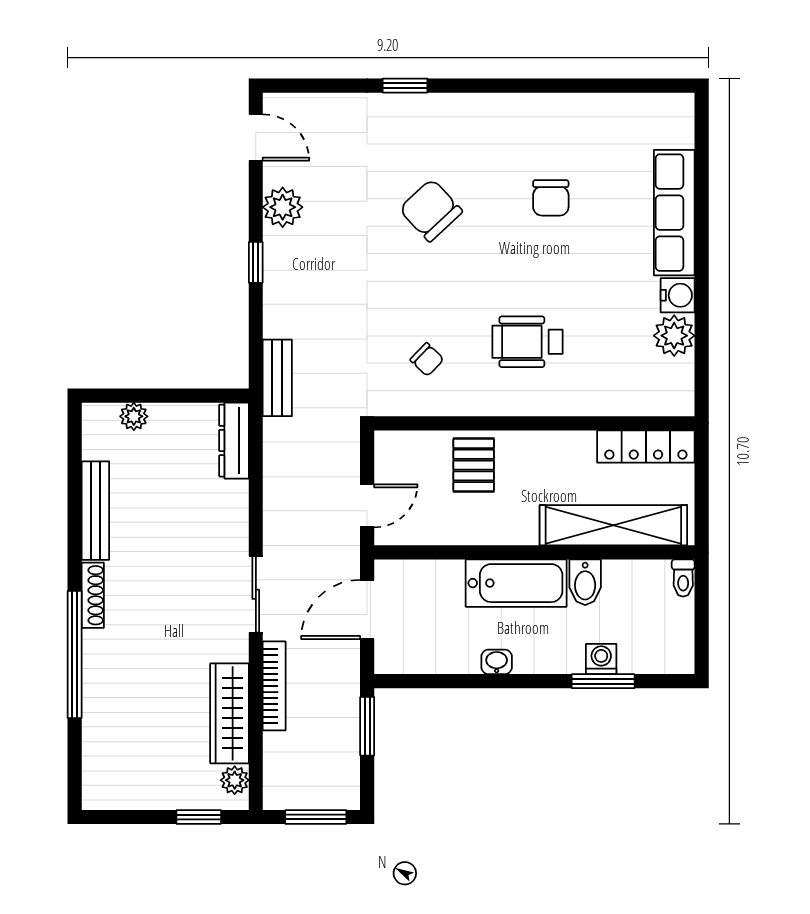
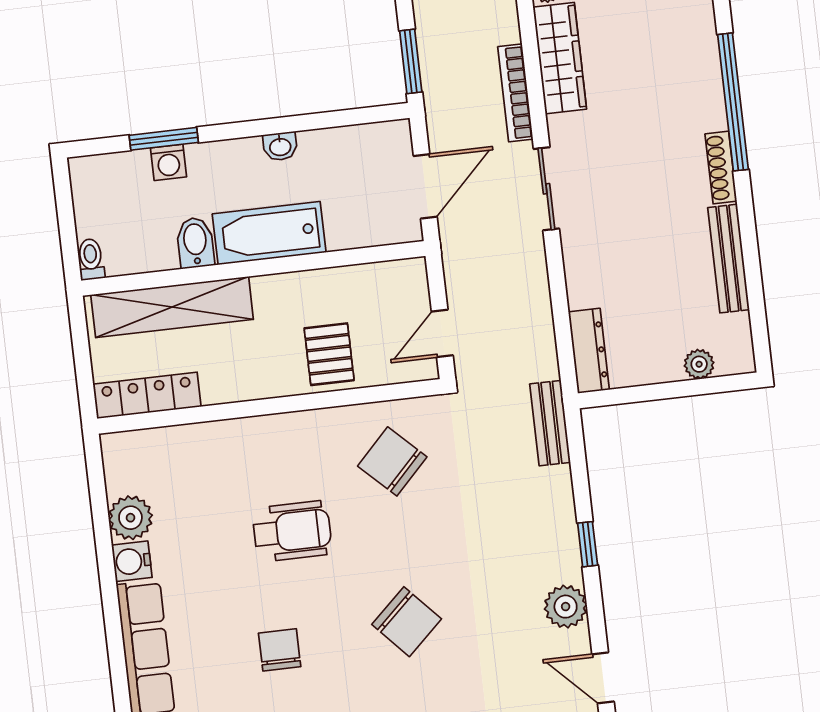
wheelchair: (527, 342) -> (292, 531), moved
chair: (427, 360) -> (392, 461), width x1.87, depth x1.87
door: (367, 506) -> (442, 333), moved

